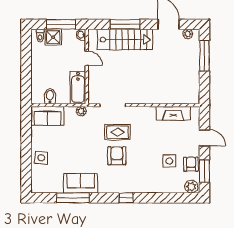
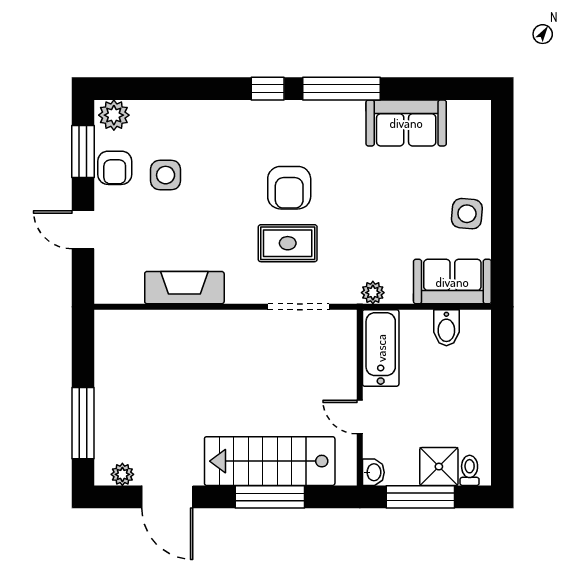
fireplace: (173, 113) -> (184, 288), moved
side table: (41, 158) -> (467, 214), moved
sofa: (81, 183) -> (406, 123), moved
window: (73, 198) -> (341, 89), moved

